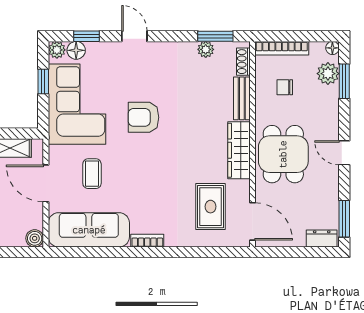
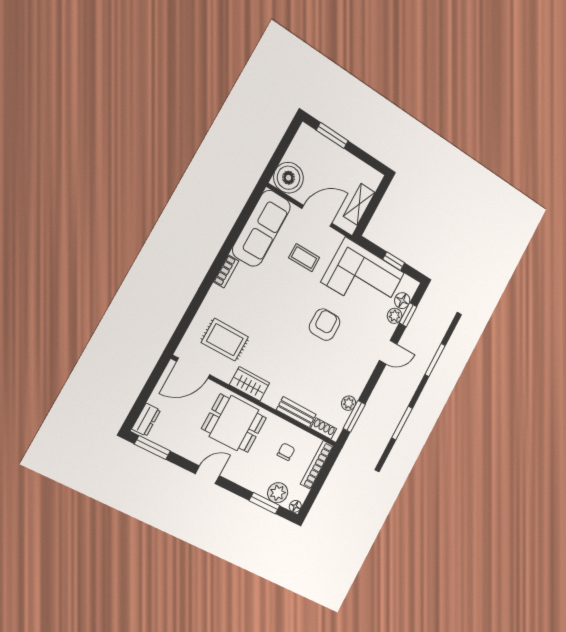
plant: (57, 50) -> (395, 316), moved
wardrobe: (239, 150) -> (250, 384), width x0.67
boiler: (35, 238) -> (289, 178), width x1.86, depth x1.86

